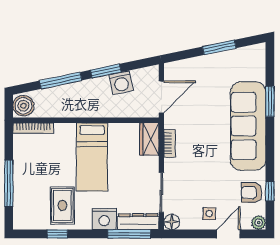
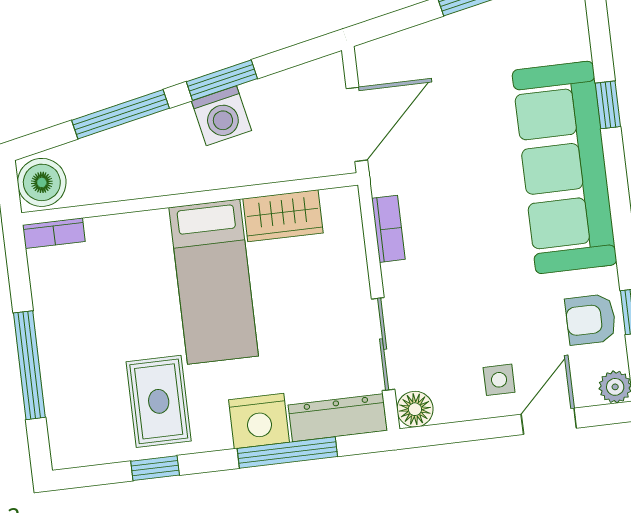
washing machine: (121, 83) -> (221, 116), moved
window: (270, 101) -> (608, 105), width x0.67
bookcase: (33, 128) -> (54, 233), width x0.64
wardrobe: (149, 139) -> (283, 216), moved, turned -90
window: (129, 234) -> (287, 452), moved

